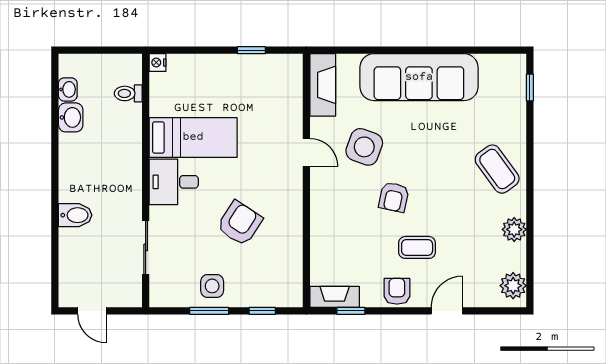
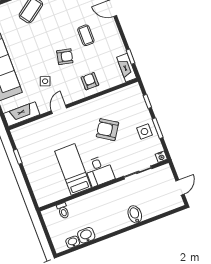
nightstand: (158, 63) -> (161, 157), moved
side table: (364, 147) -> (45, 81), width x0.54, depth x0.54
armchair: (397, 291) -> (90, 81), moved, turned 90

